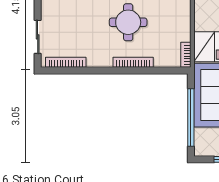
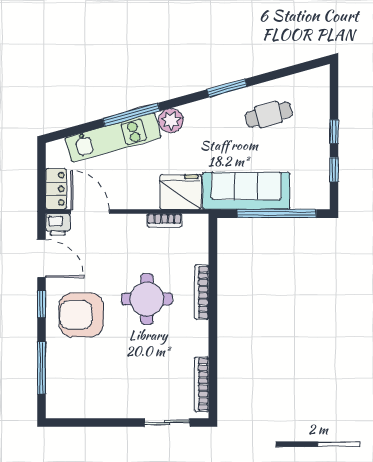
bookcase: (186, 55) -> (164, 220), moved

